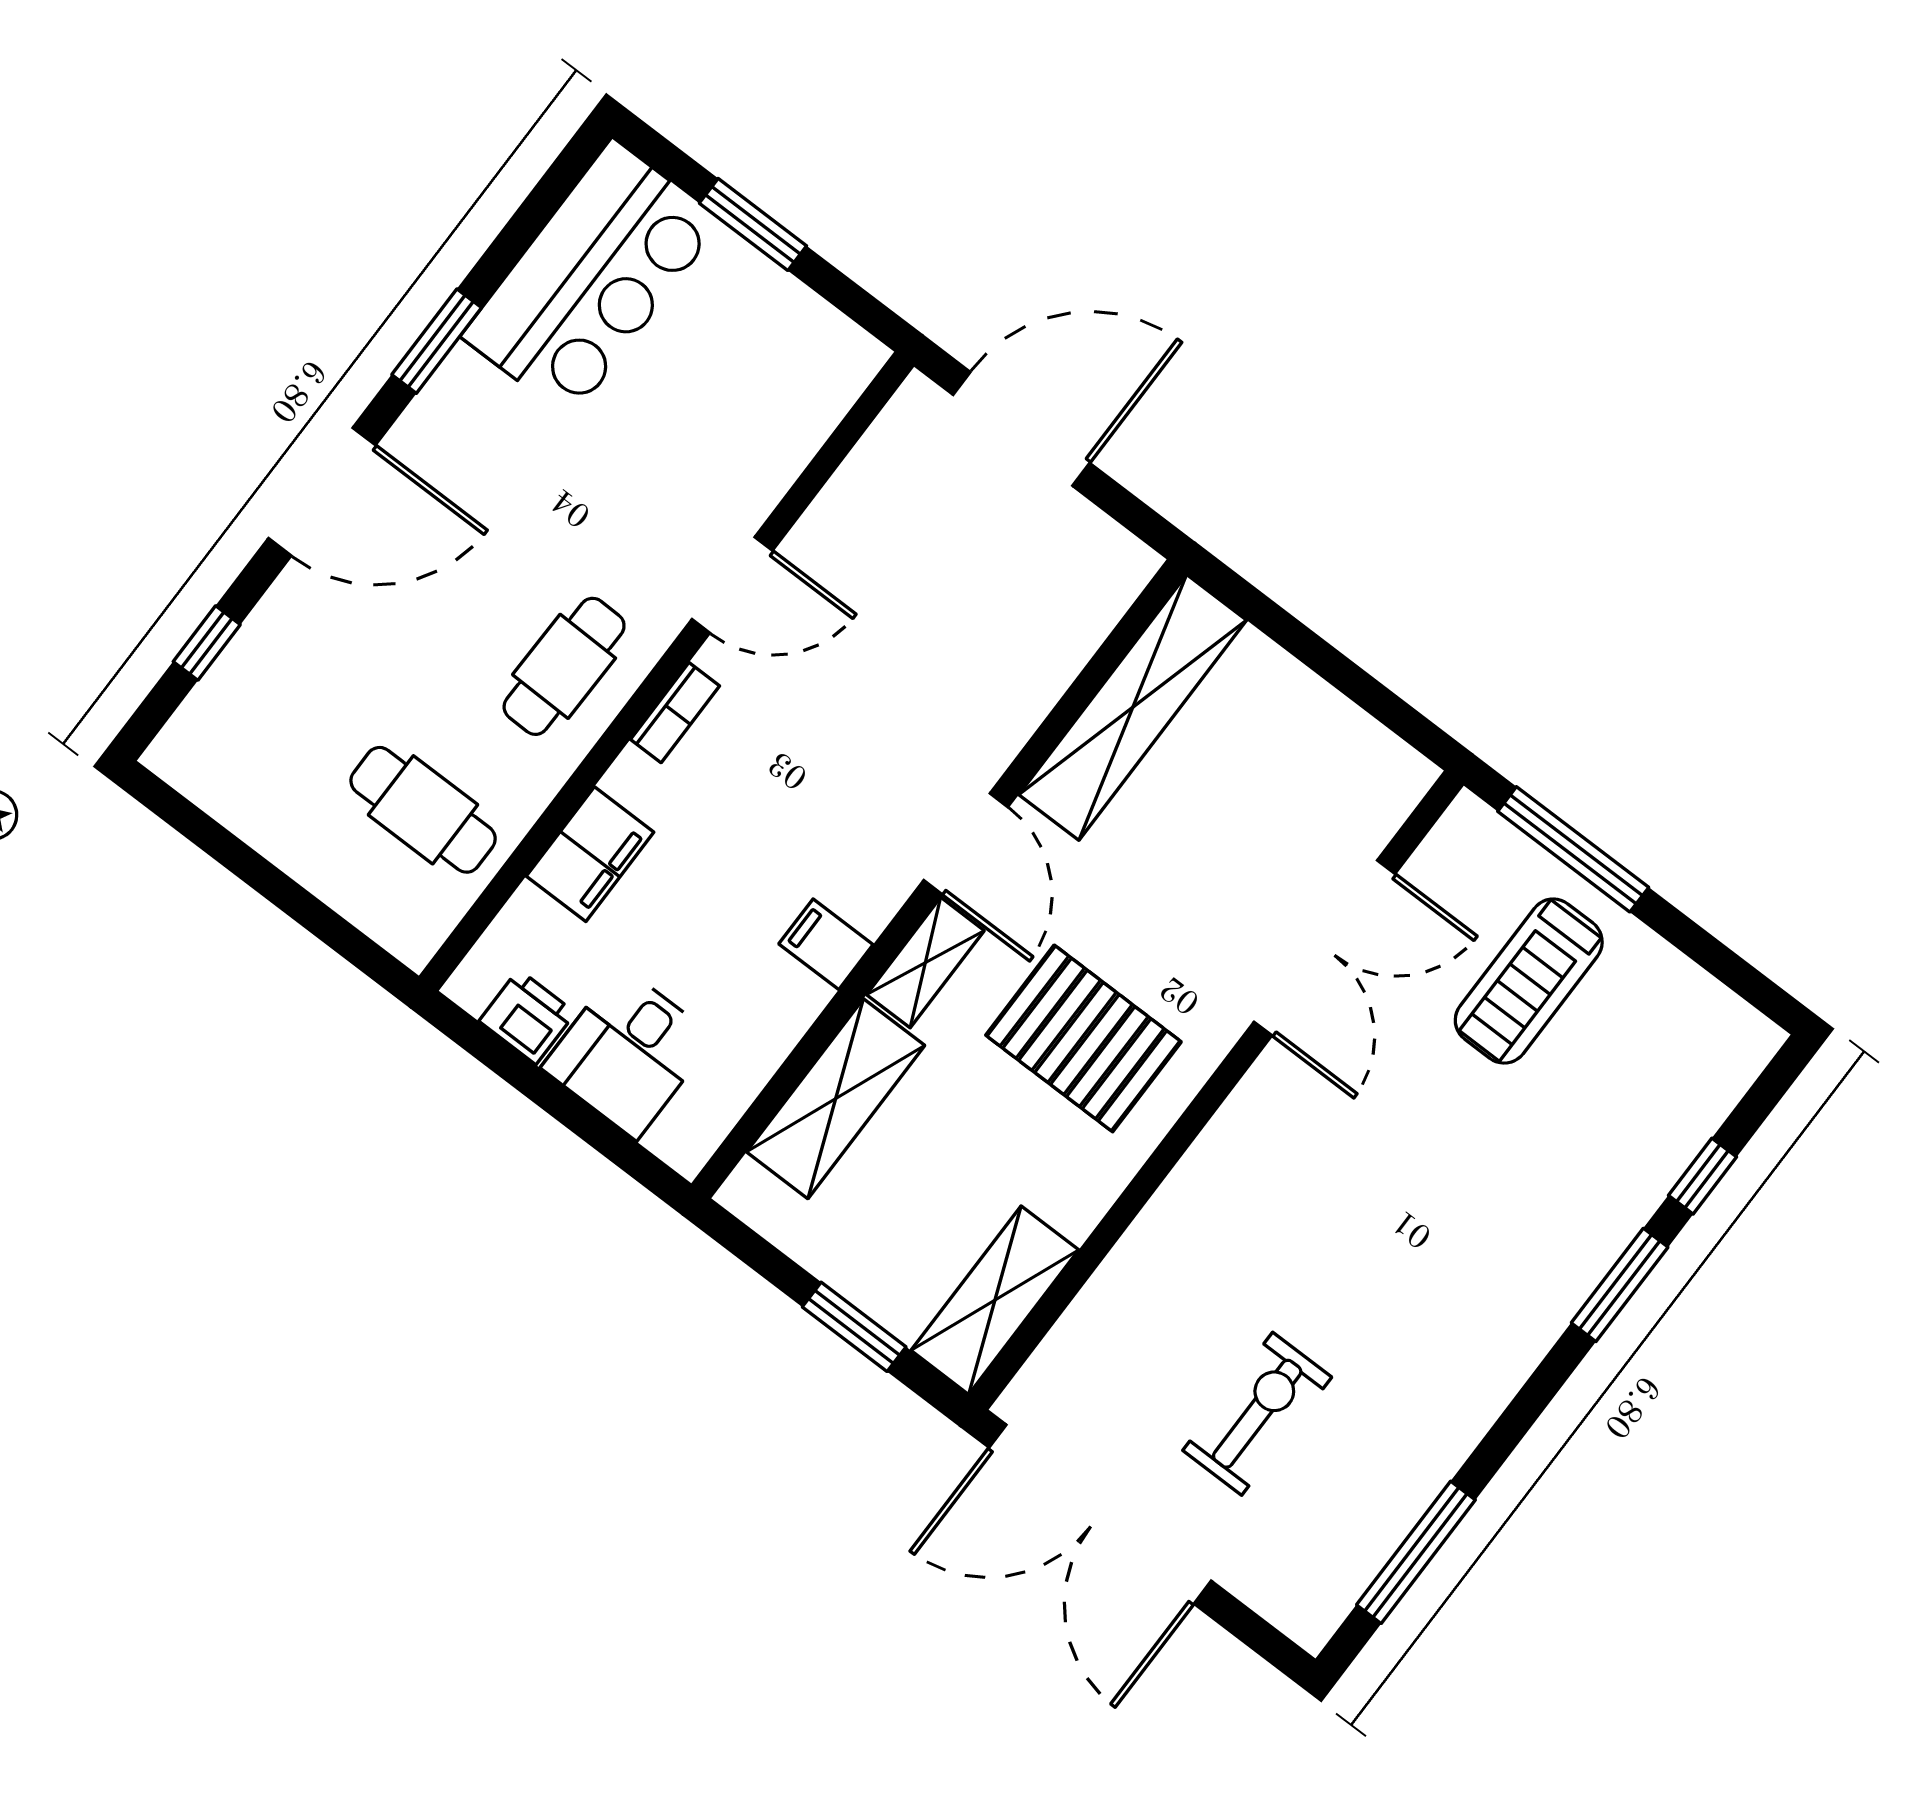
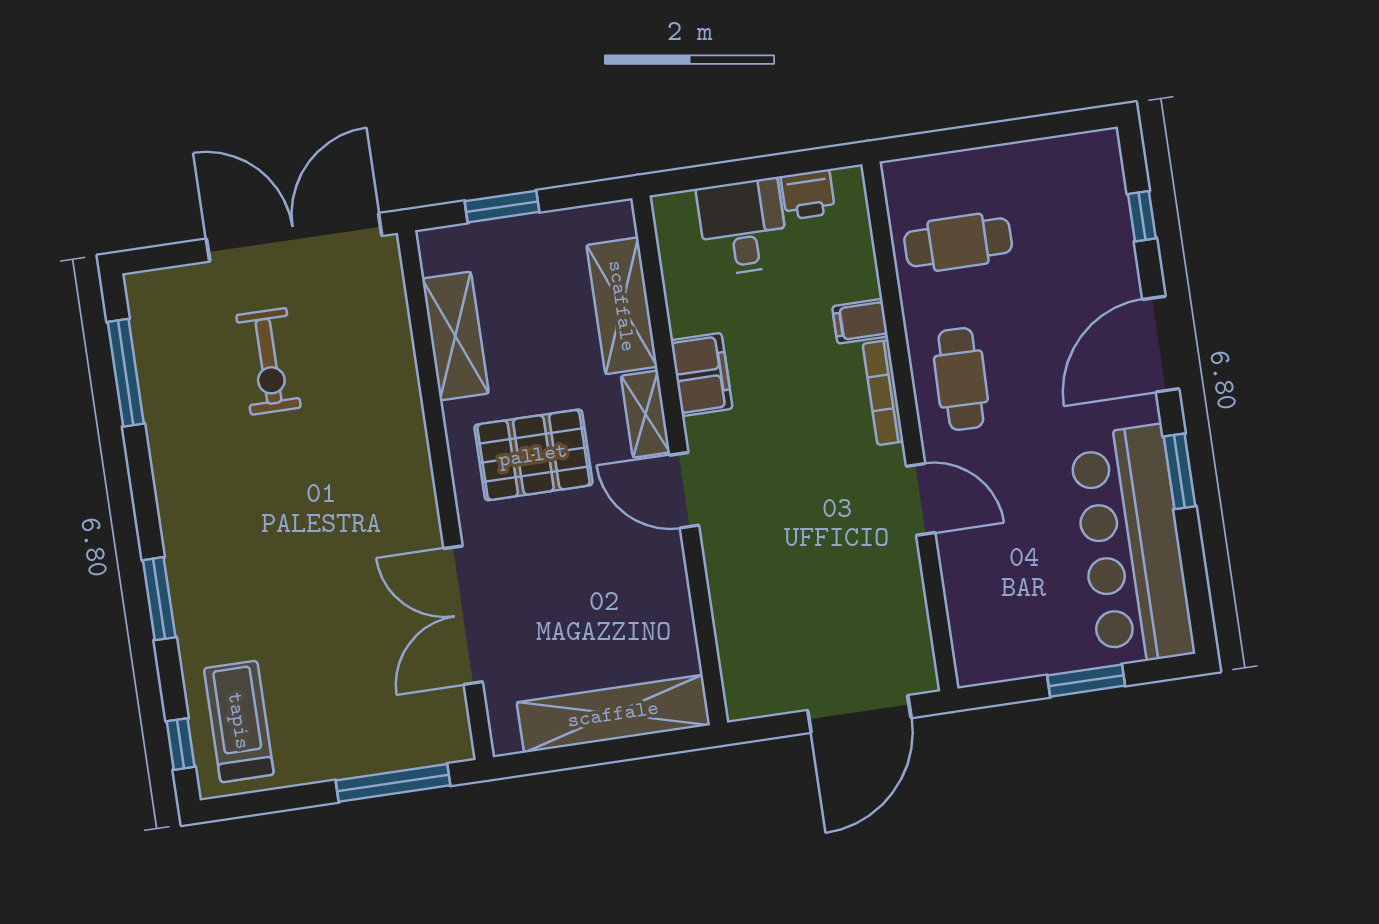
bar counter: (591, 279) -> (1132, 545), width x1.36
door: (732, 585) -> (921, 499), swing flipped
shelving: (1133, 707) -> (613, 714), moved, turned 90
bookcase: (675, 713) -> (883, 393), width x1.56
filing cabinet: (590, 854) -> (860, 321), width x0.50
filing cabinet: (826, 944) -> (702, 374), width x2.00
treadmill: (1529, 981) -> (239, 721), moved
window: (1703, 1176) -> (181, 744), moved
shelving: (995, 1300) -> (455, 336), moved

